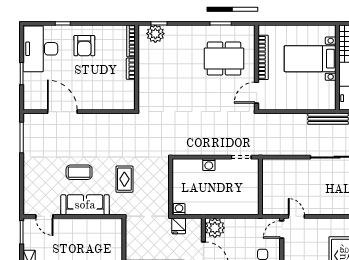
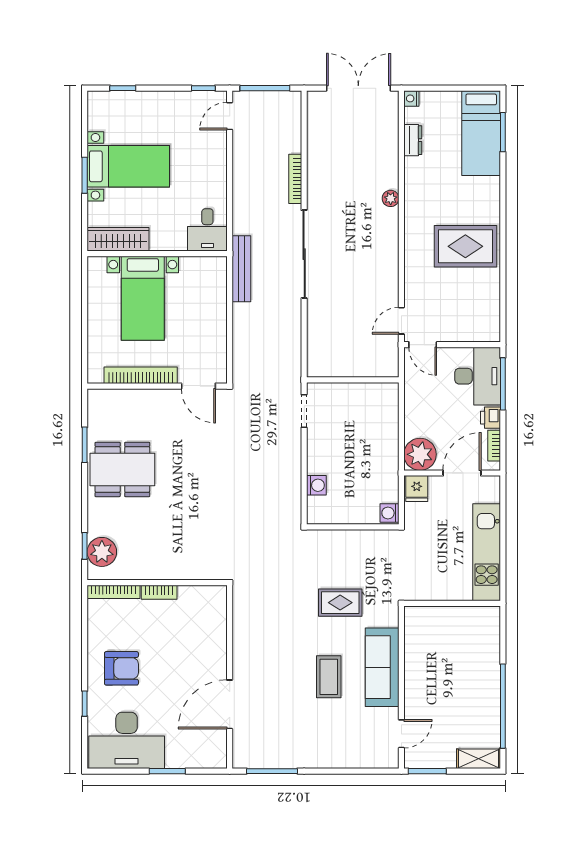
dining table: (224, 59) -> (122, 469), moved, turned 90
washing machine: (209, 165) -> (316, 485), moved
fridge: (179, 226) -> (417, 488), moved, turned 90

